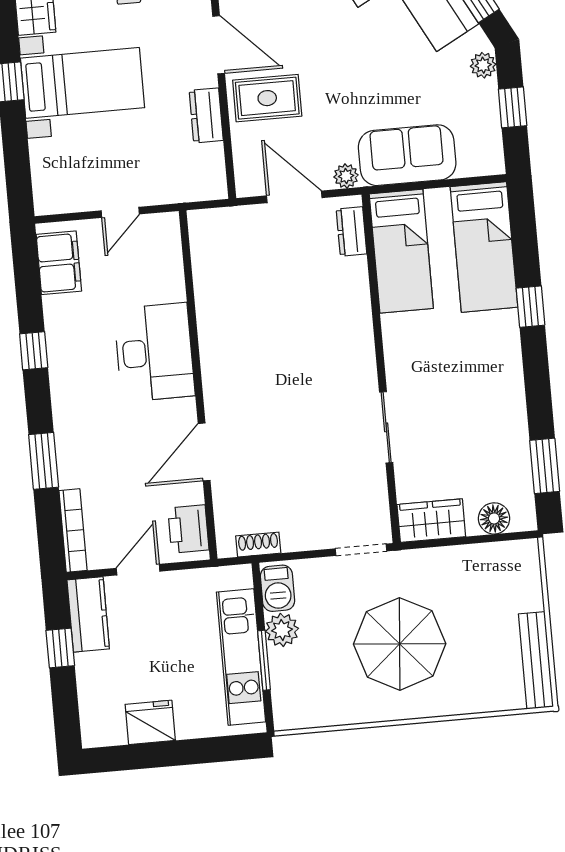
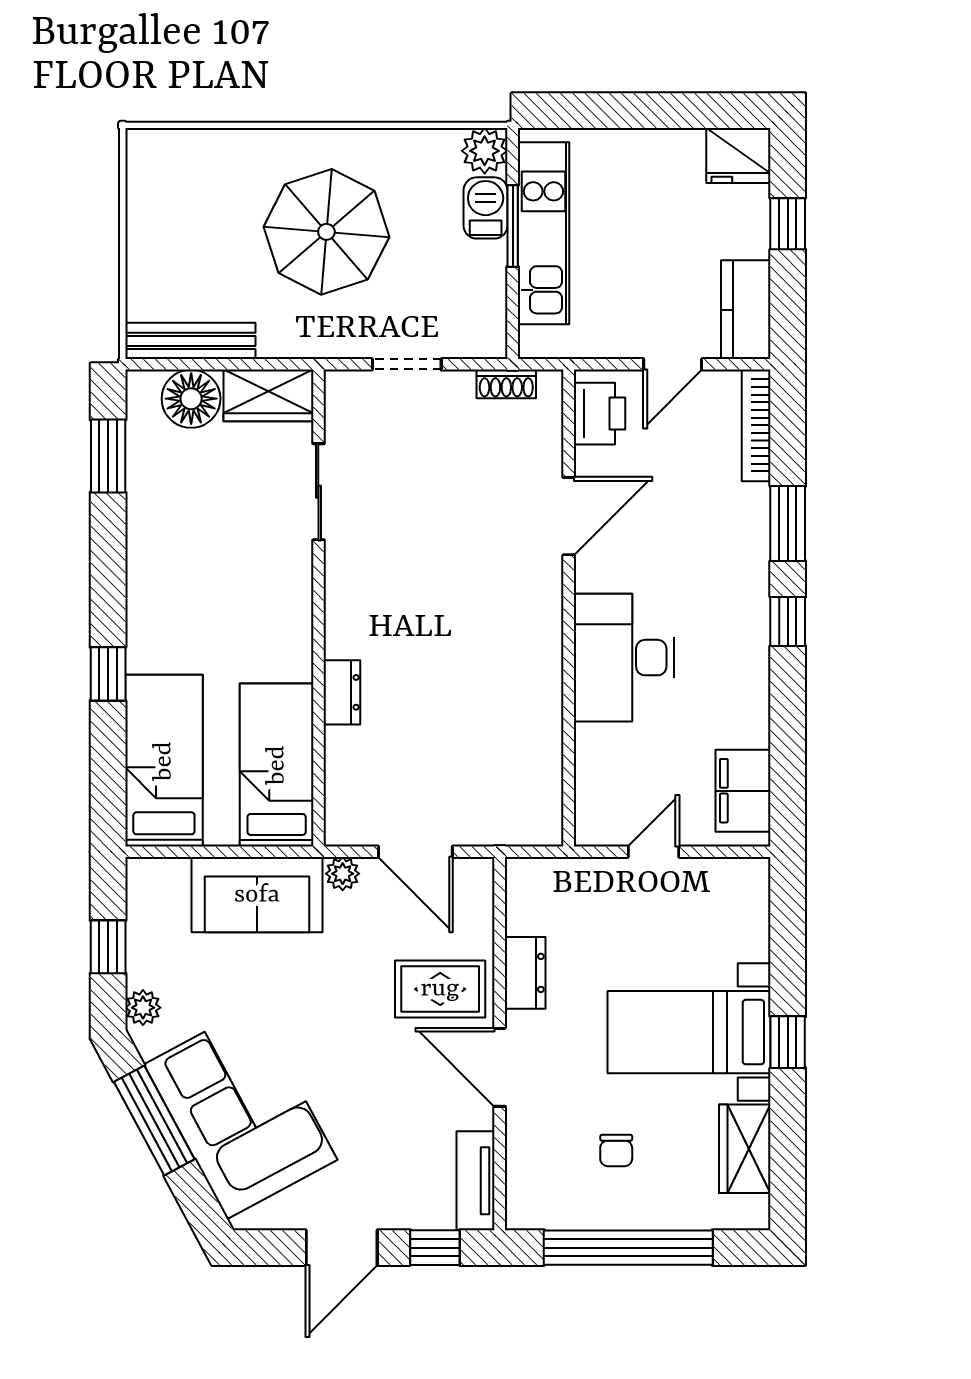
dresser: (351, 231) -> (342, 692), moved
window: (34, 351) -> (788, 621), moved
sliding door: (386, 427) -> (318, 492), moved
floor lamp: (494, 518) -> (191, 399), width x1.38, depth x1.38
doorway: (361, 550) -> (407, 364), moved
barbecue: (278, 588) -> (486, 208), moved
plant: (282, 630) -> (485, 151), moved
window: (60, 648) -> (788, 224), moved
bench: (536, 660) -> (190, 341), moved, turned 90
fridge: (150, 722) -> (738, 156), moved

